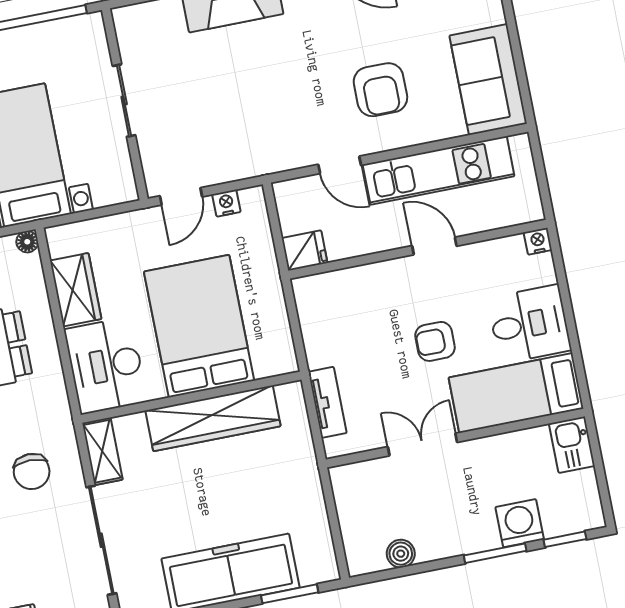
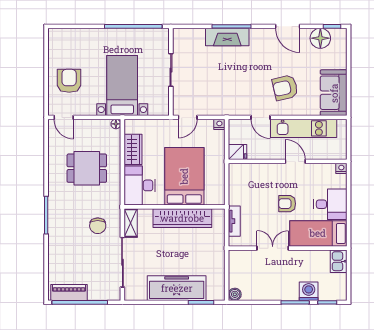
armchair: (380, 90) -> (285, 88), turned 77
nightstand: (226, 203) -> (219, 124), moved
boiler: (401, 554) -> (235, 294), moved

